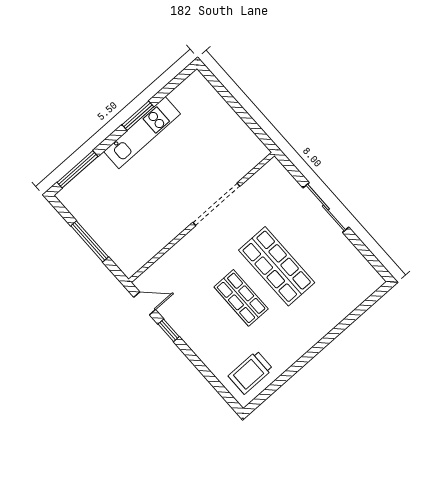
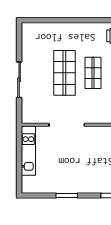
kitchen unit: (142, 133) -> (28, 151), moved, turned 90

